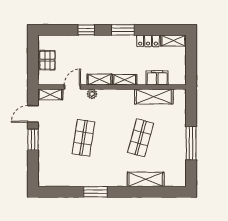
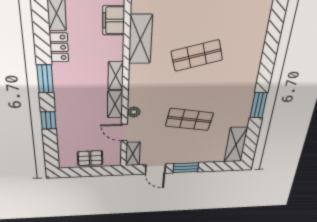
filing cabinet: (157, 78) -> (114, 20), moved
shop shelf: (141, 138) -> (197, 56), turned -30
shelving: (146, 179) -> (236, 145), moved

